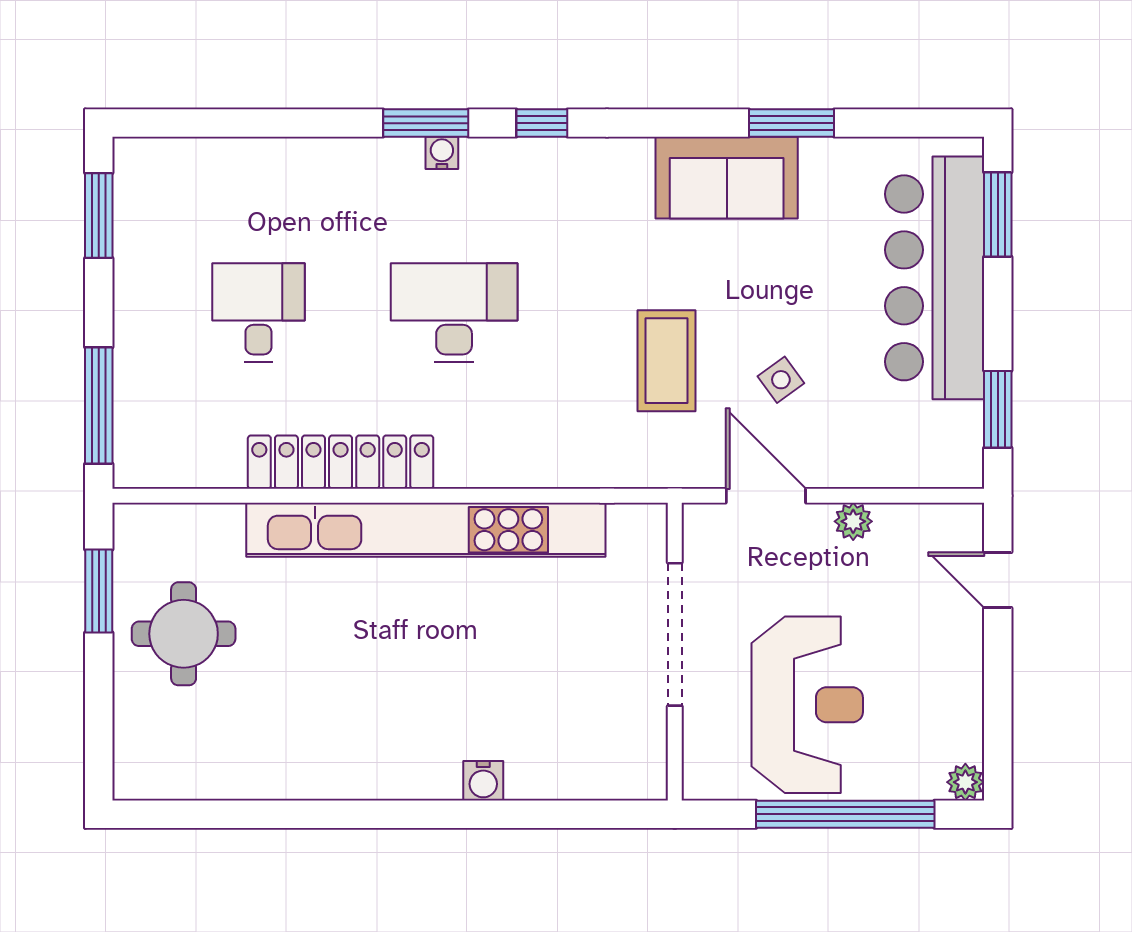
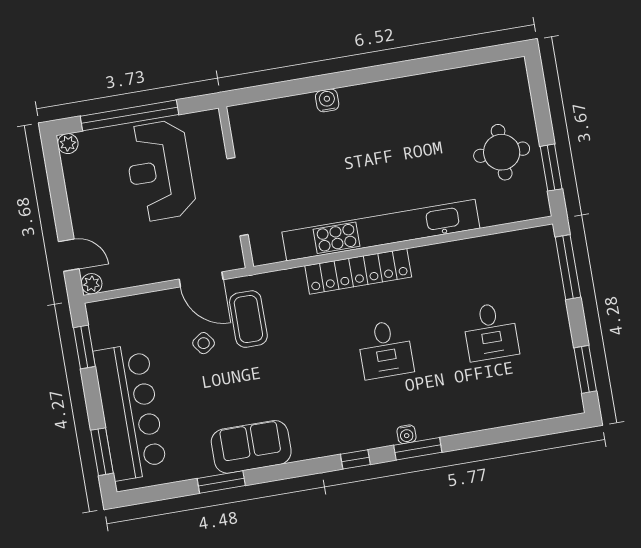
desk: (454, 313) -> (385, 349), width x0.73
coffee table: (666, 361) -> (248, 319), moved
locker: (341, 462) -> (358, 271), moved
plant: (853, 521) -> (92, 284), moved

